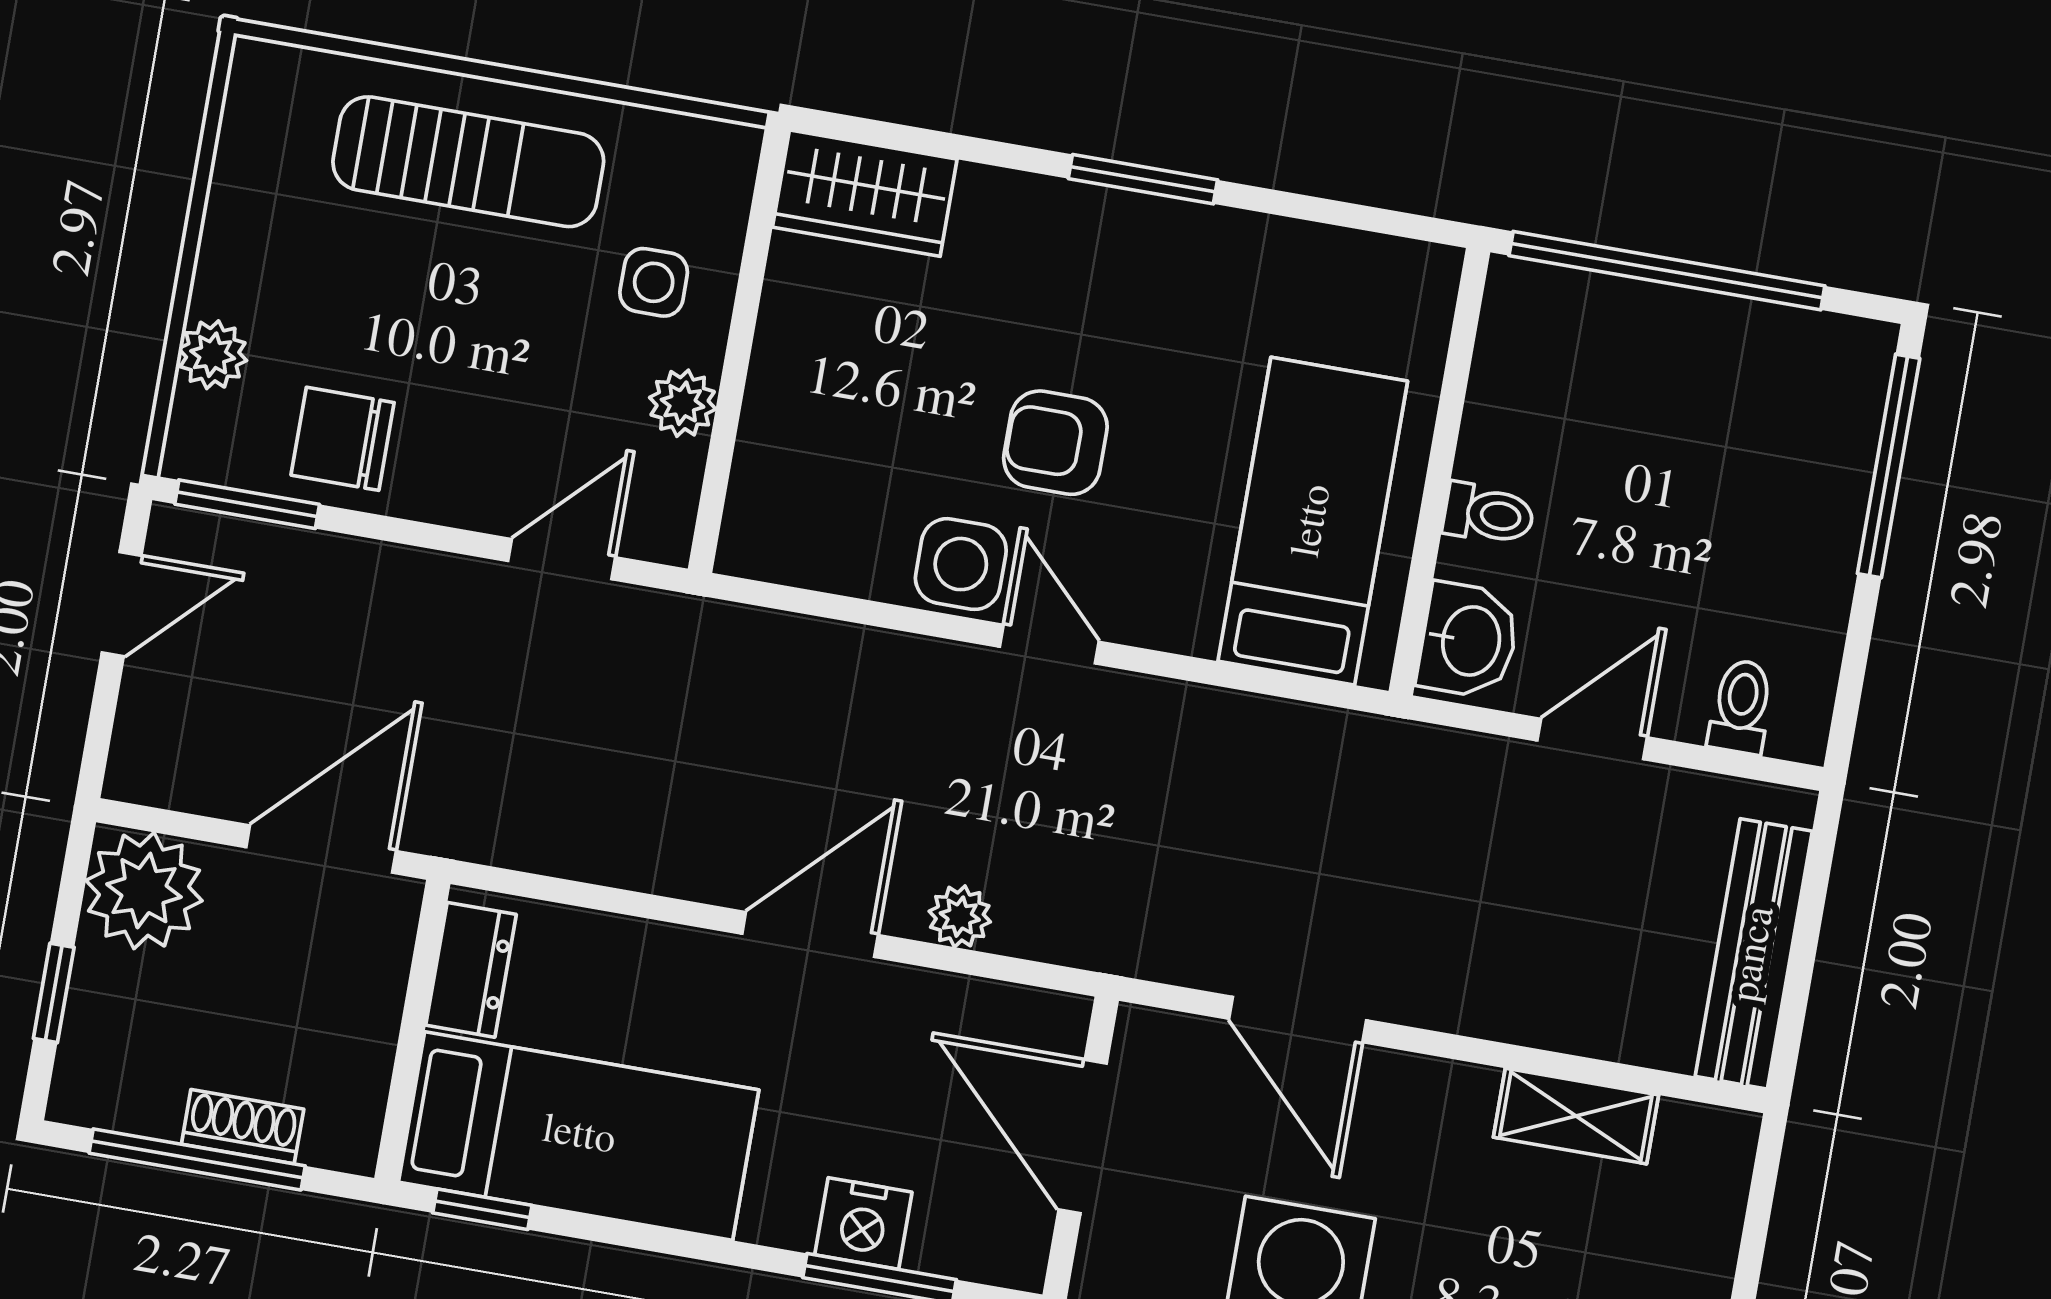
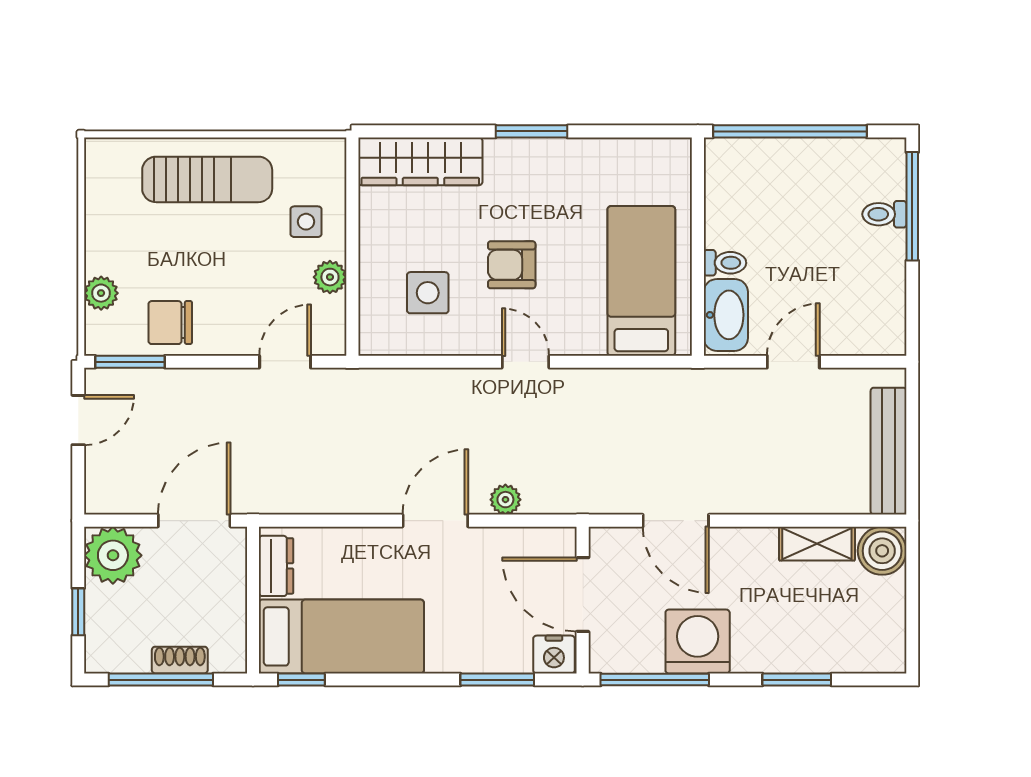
wardrobe: (865, 193) -> (420, 161), width x1.50
side table: (961, 564) -> (428, 293), moved
washbasin: (1468, 640) -> (726, 315), width x1.38
toilet: (1741, 707) -> (884, 214), moved, turned -90
boiler: (1706, 1154) -> (882, 551), added
nightstand: (863, 1223) -> (554, 655), moved

